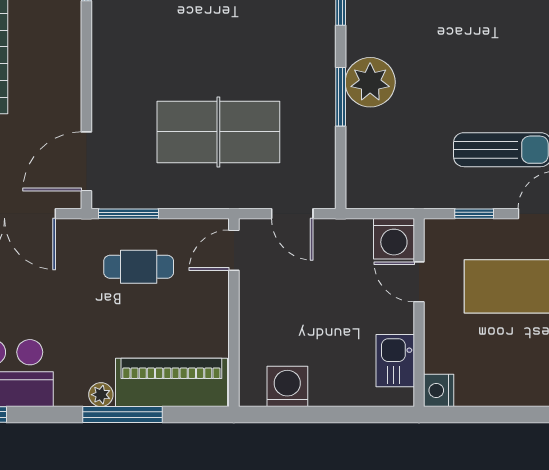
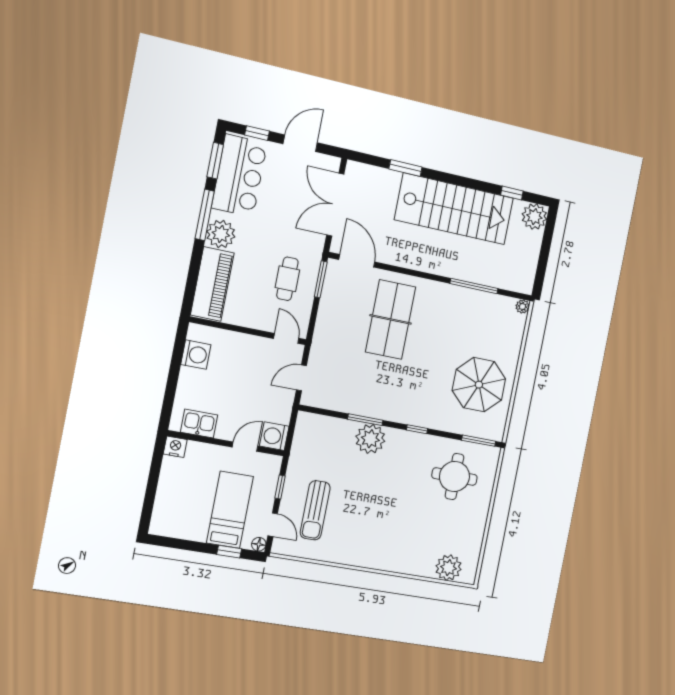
table tennis table: (218, 132) -> (391, 319), moved
plant: (101, 395) -> (221, 234), width x1.88, depth x1.88
window: (123, 415) -> (205, 215), moved

